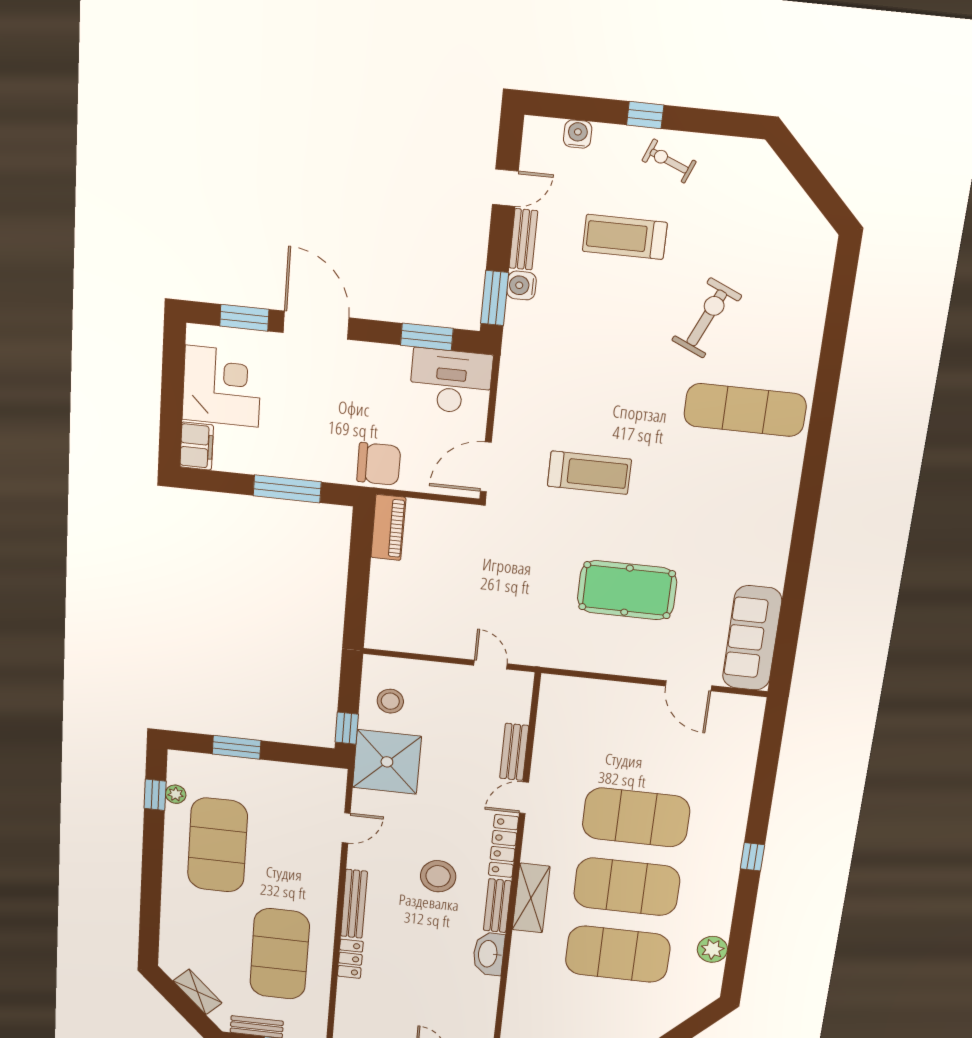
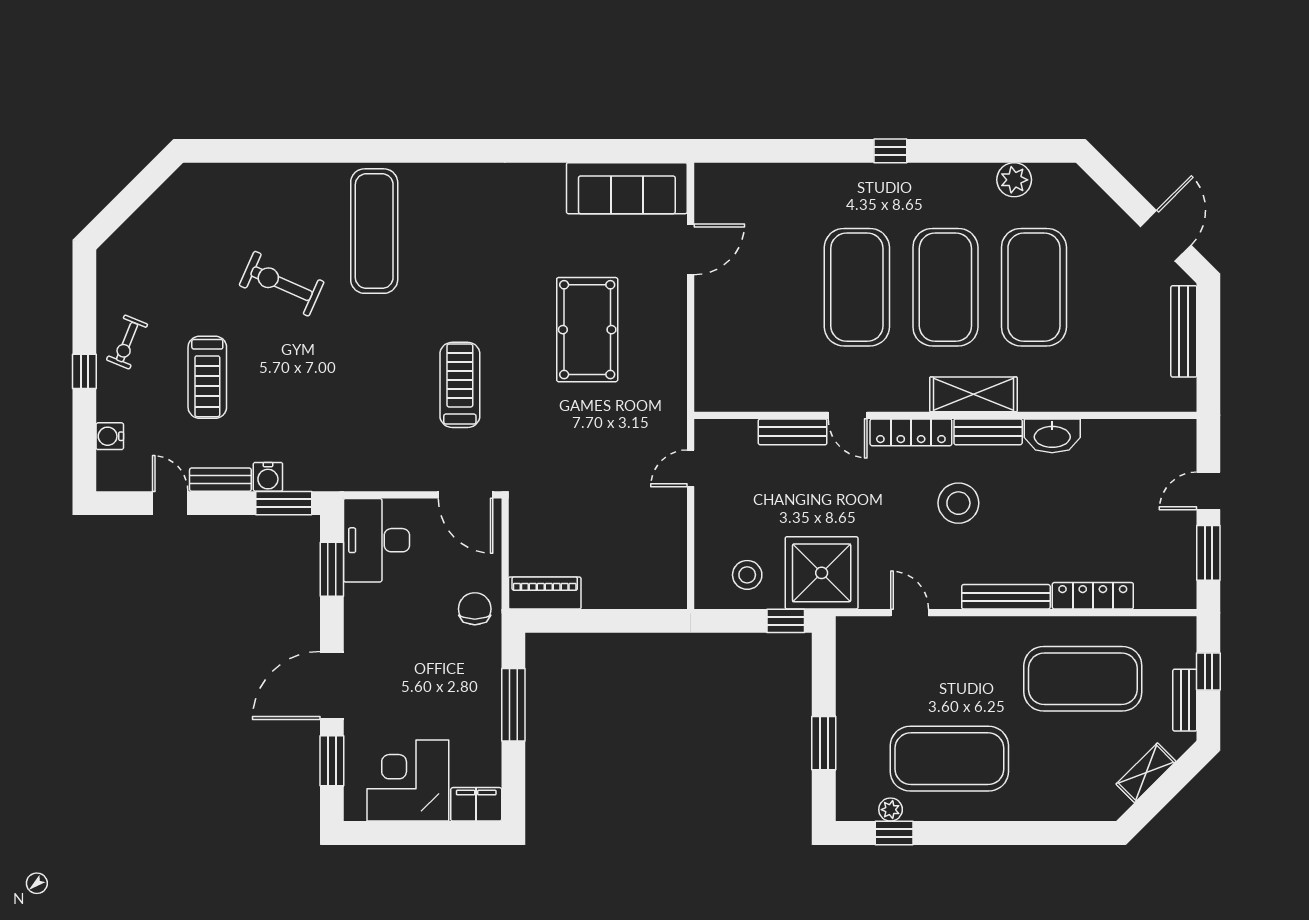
chair: (379, 464) -> (475, 609), width x0.73, depth x0.73
locker: (350, 959) -> (1093, 596), width x1.53

